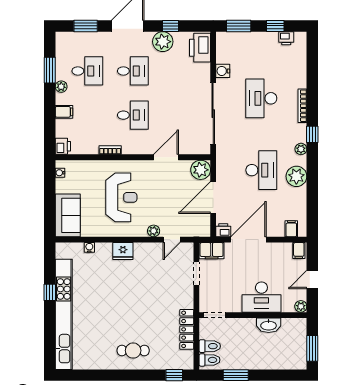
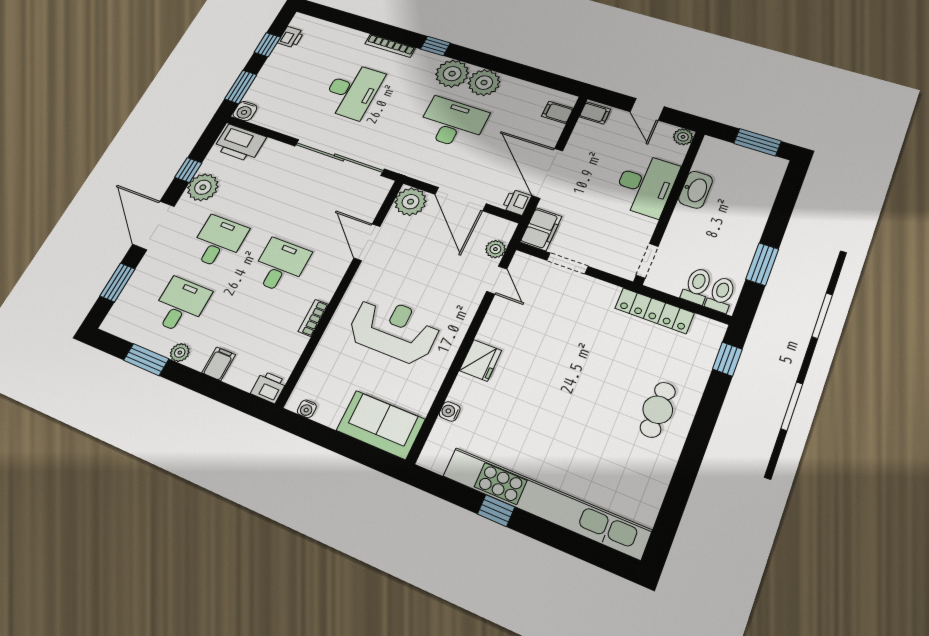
water cooler: (223, 71) -> (245, 111), moved
desk: (261, 98) -> (352, 91), turned -90
plant: (301, 149) -> (452, 74), width x1.88, depth x1.88
plant: (154, 231) -> (495, 249), moved

